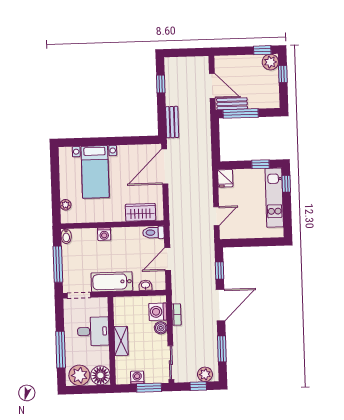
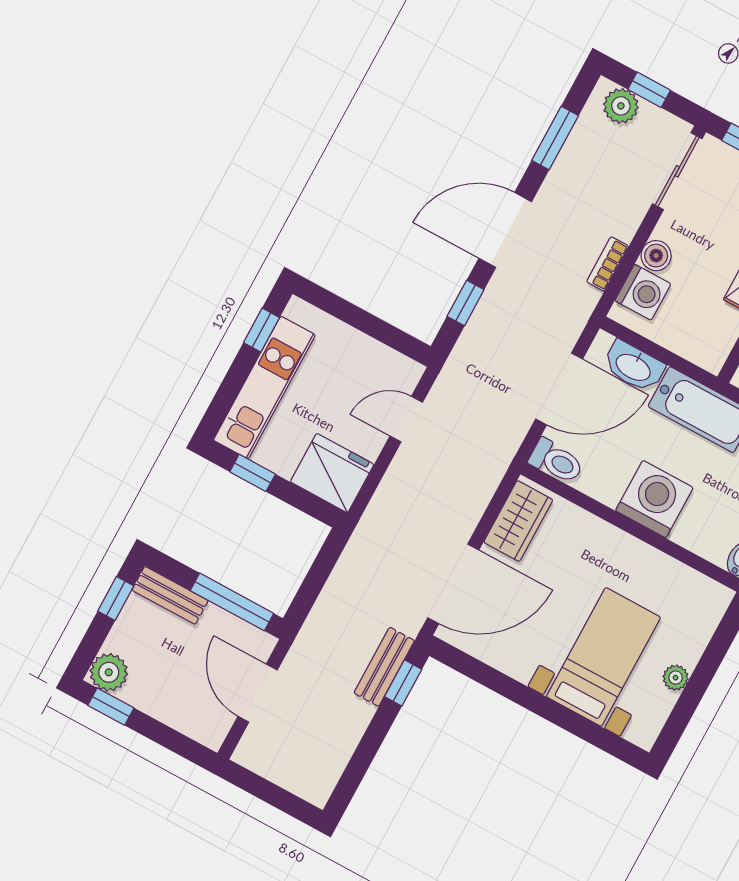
window: (283, 74) -> (116, 599), moved
window: (161, 84) -> (403, 683), moved
bench: (232, 104) -> (170, 595), moved
fridge: (225, 178) -> (332, 473), width x1.88, depth x1.34
window: (286, 184) -> (261, 330), moved
plant: (66, 205) -> (676, 678), moved
wardrobe: (141, 212) -> (518, 521), moved, turned -90
washing machine: (104, 234) -> (654, 499), width x1.89, depth x1.89
door: (168, 259) -> (559, 389), width x1.36
washbasin: (146, 285) -> (634, 366), width x1.91, depth x1.45

